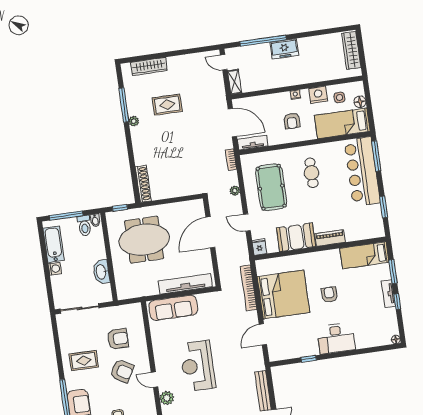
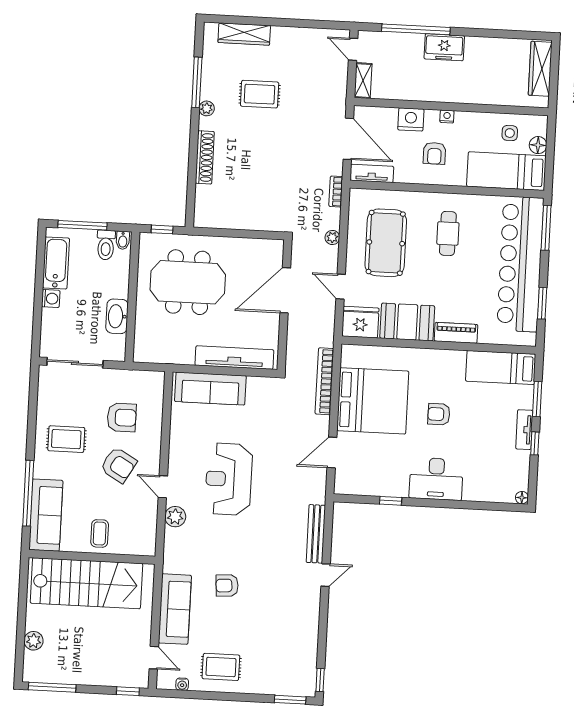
nightstand: (318, 95) -> (411, 119), moved
bar counter: (362, 172) -> (520, 264), width x1.36
shoe rack: (143, 184) -> (205, 157), moved
fridge: (259, 247) -> (360, 322), width x1.88, depth x1.34
armchair: (329, 295) -> (439, 414), turned -90

